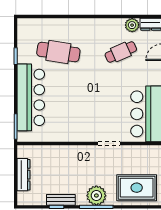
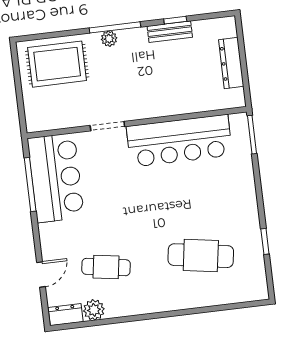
cafe table: (121, 52) -> (106, 267), turned 33
bar counter: (31, 97) -> (179, 141), moved, turned -90
plant: (96, 196) -> (109, 39), width x0.53, depth x0.53

